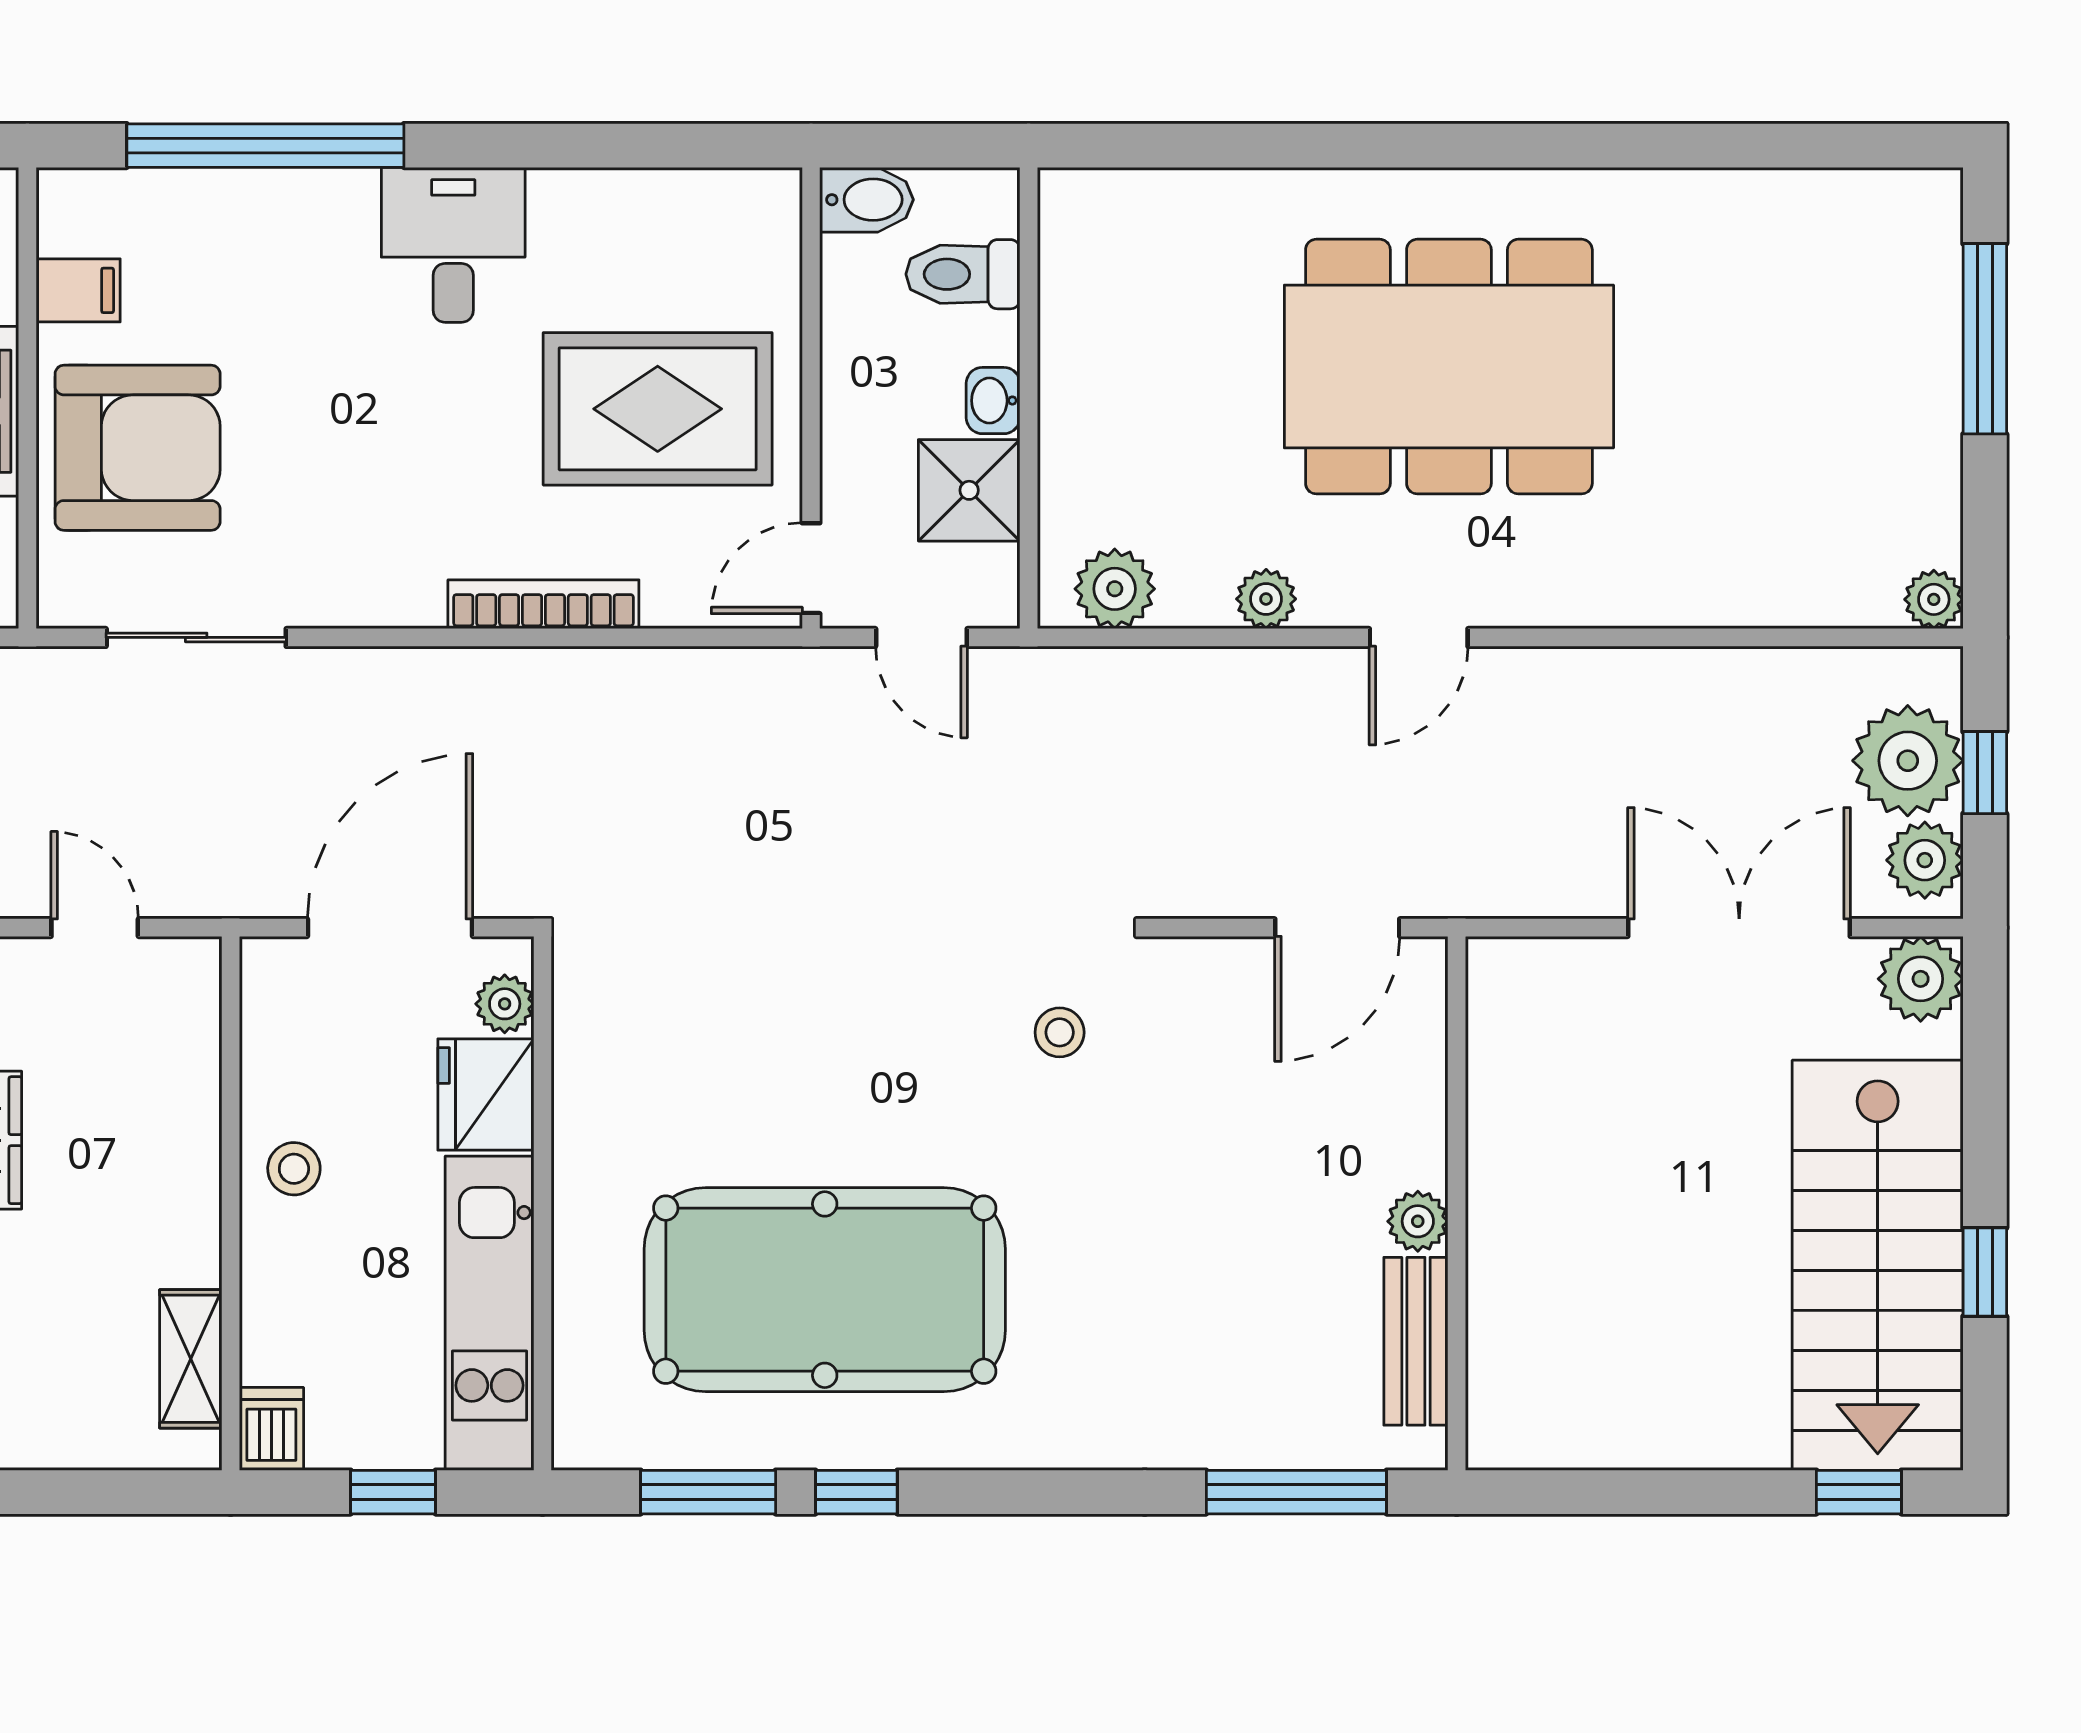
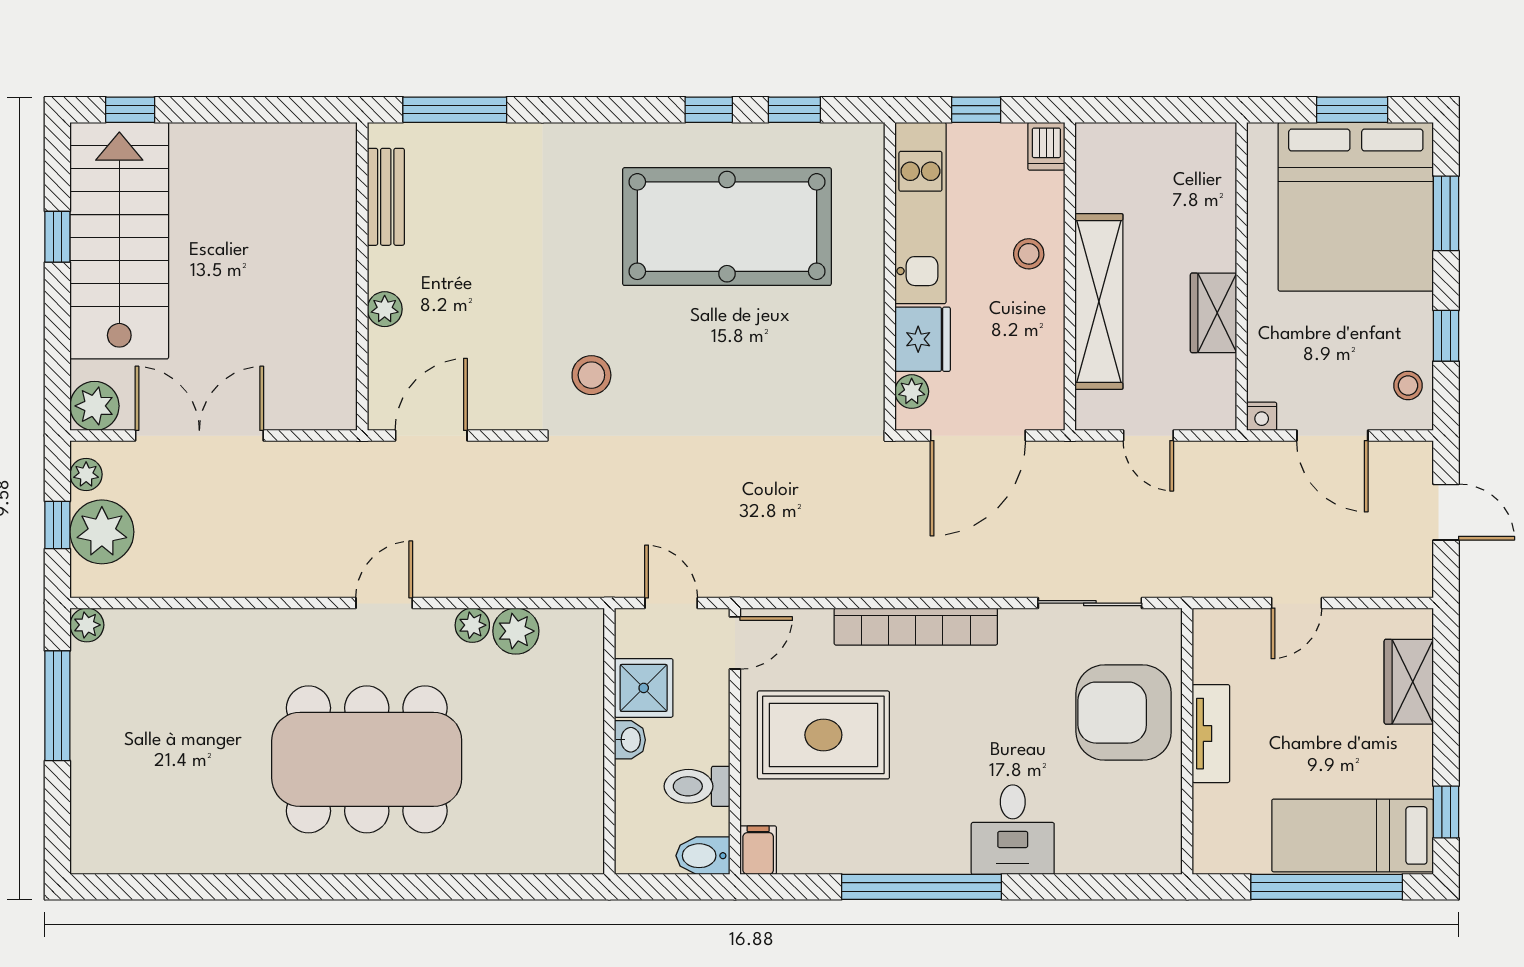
window: (265, 146) -> (921, 887), moved
desk: (453, 245) -> (1013, 830), moved
toilet: (963, 274) -> (697, 786), moved, turned 180
filing cabinet: (78, 290) -> (758, 850), moved, turned 90
window: (1985, 339) -> (57, 706), moved
plant: (1115, 589) -> (516, 631), moved
bookcase: (543, 604) -> (916, 627), width x1.48, depth x1.31
plant: (1925, 860) -> (86, 474), width x0.73, depth x0.73
double door: (1739, 928) -> (199, 436), swing flipped
stool: (1060, 1032) -> (591, 375), width x1.37, depth x1.37
stool: (294, 1169) -> (1029, 254), moved
plant: (1418, 1221) -> (385, 309), moved
shelving: (191, 1359) -> (1099, 301), moved, width x2.20, depth x1.33
window: (708, 1492) -> (794, 110), width x0.67

